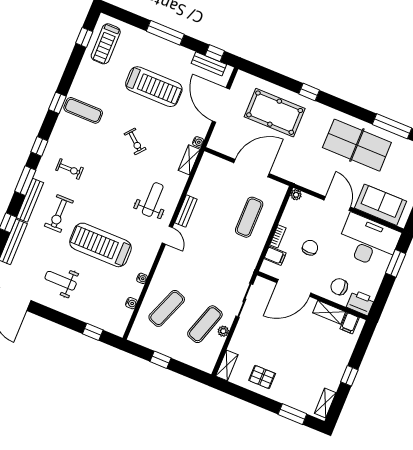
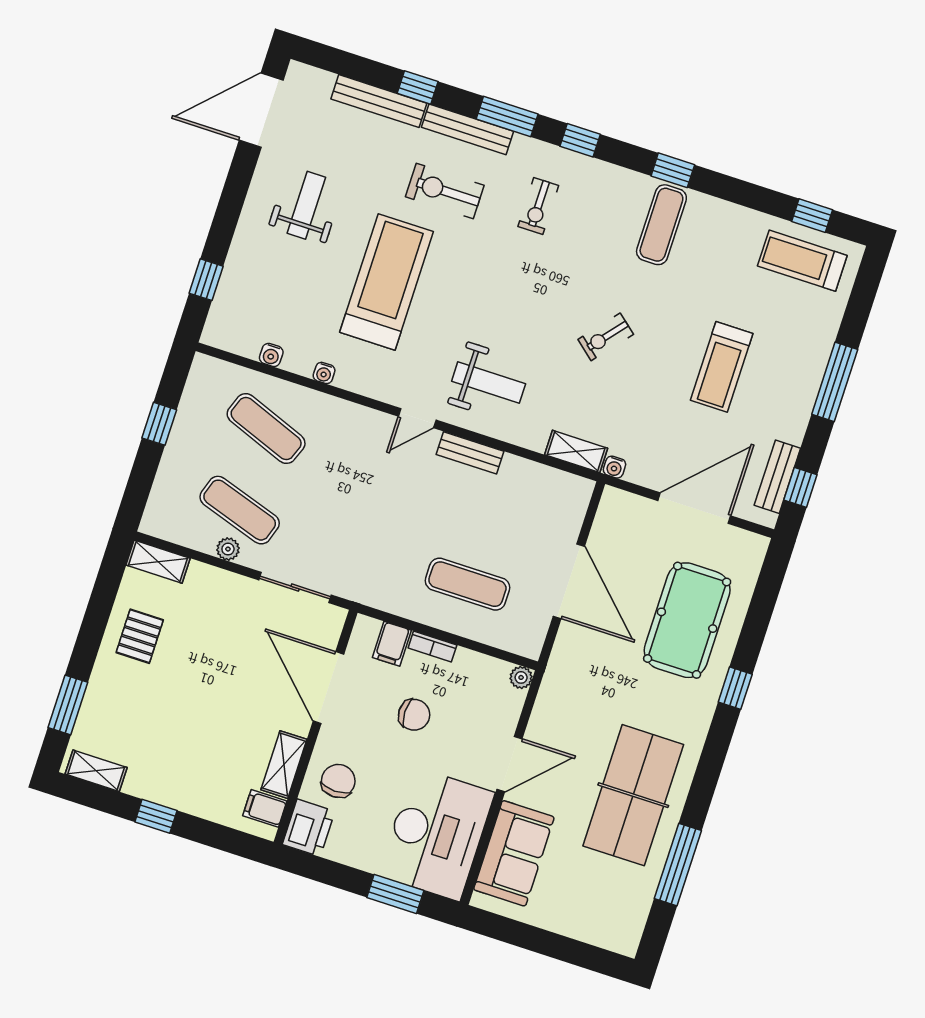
treadmill: (154, 87) -> (722, 367), width x0.73, depth x0.73

